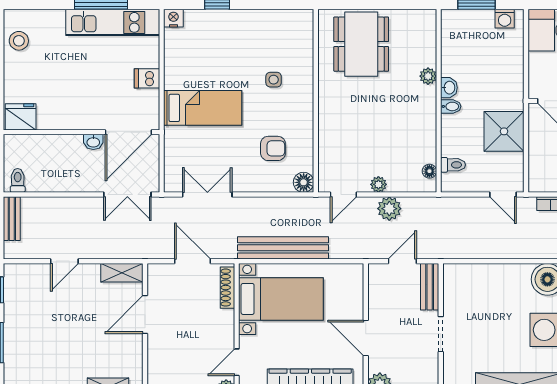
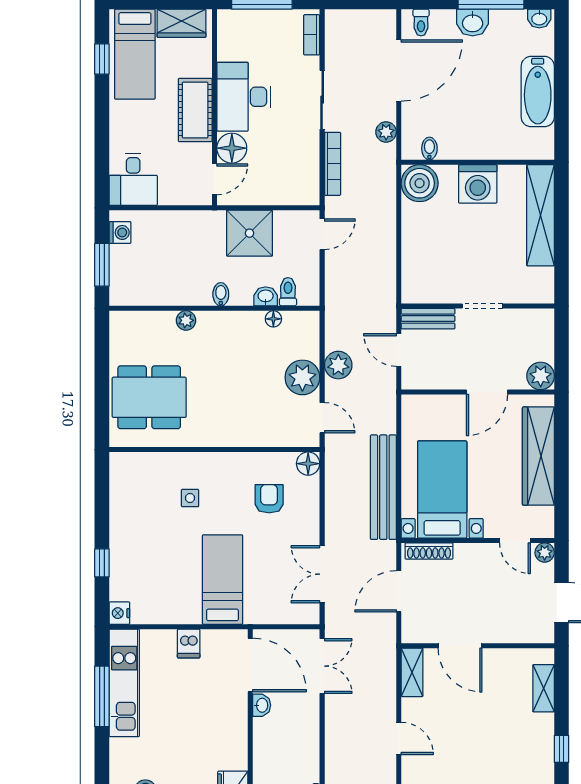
washbasin: (449, 88) -> (266, 296), moved
floor lamp: (429, 171) -> (273, 319), moved
plant: (378, 184) -> (302, 377), width x1.87, depth x1.87

